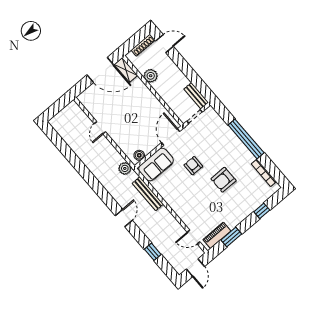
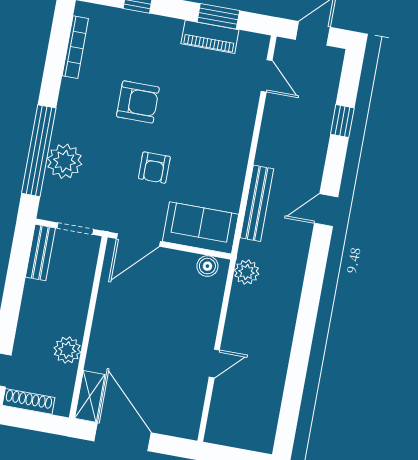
plant: (224, 133) -> (65, 161), added
window: (246, 139) -> (39, 151), moved
piano: (217, 235) -> (210, 37), moved

